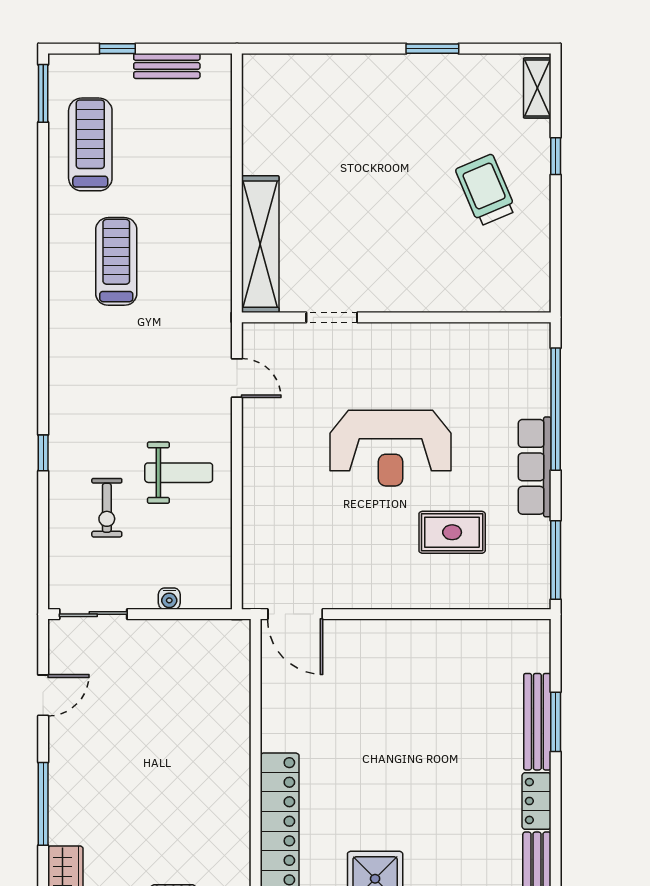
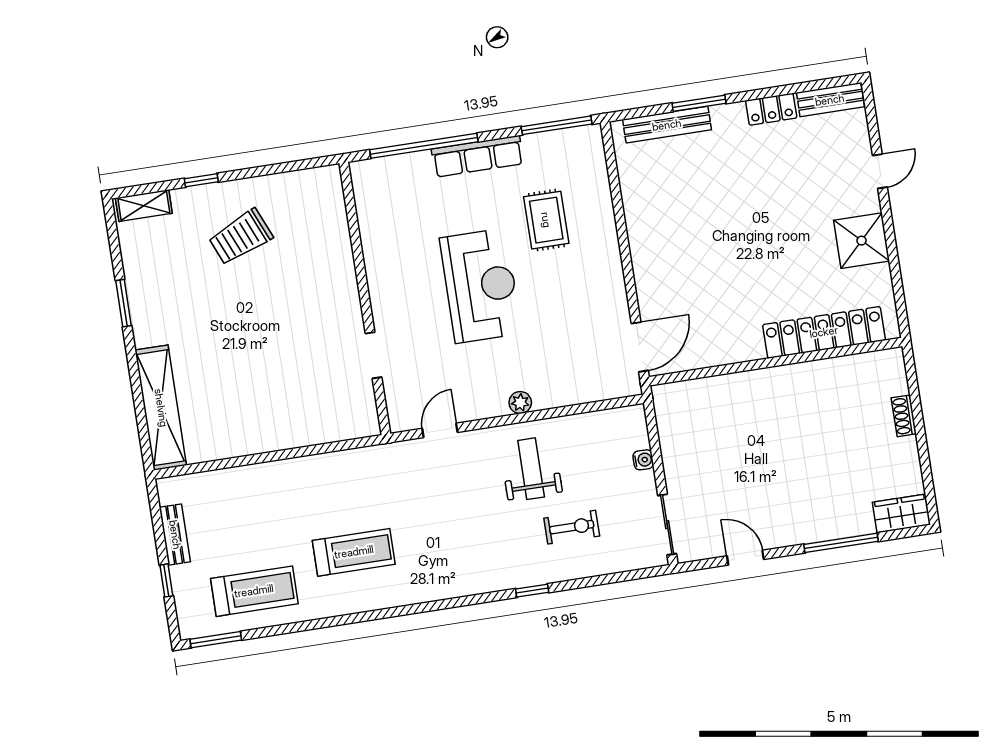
treadmill: (90, 144) -> (254, 591), turned 180
shelving: (260, 244) -> (161, 408), moved, turned 90
treadmill: (116, 261) -> (354, 552), turned 180
plant: (254, 472) -> (520, 403), added
bench: (537, 722) -> (667, 125), moved

